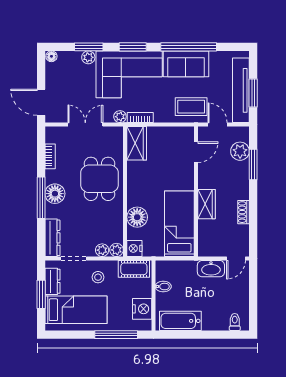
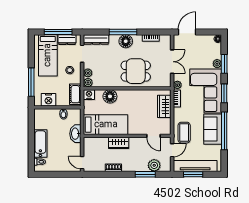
wardrobe: (137, 143) -> (164, 106), moved, turned 90
washbasin: (211, 269) -> (75, 134), moved
window: (41, 294) -> (58, 32), width x1.44
bathtub: (180, 321) -> (40, 143), moved

